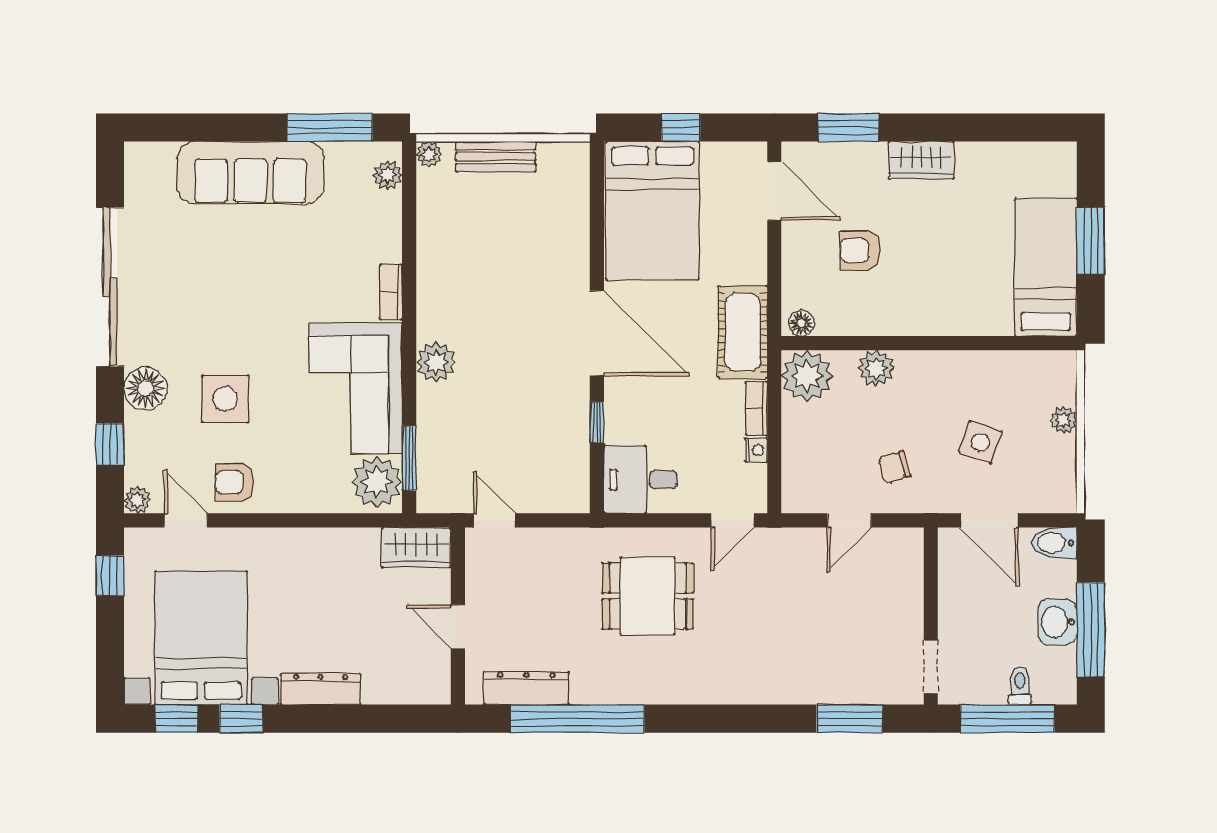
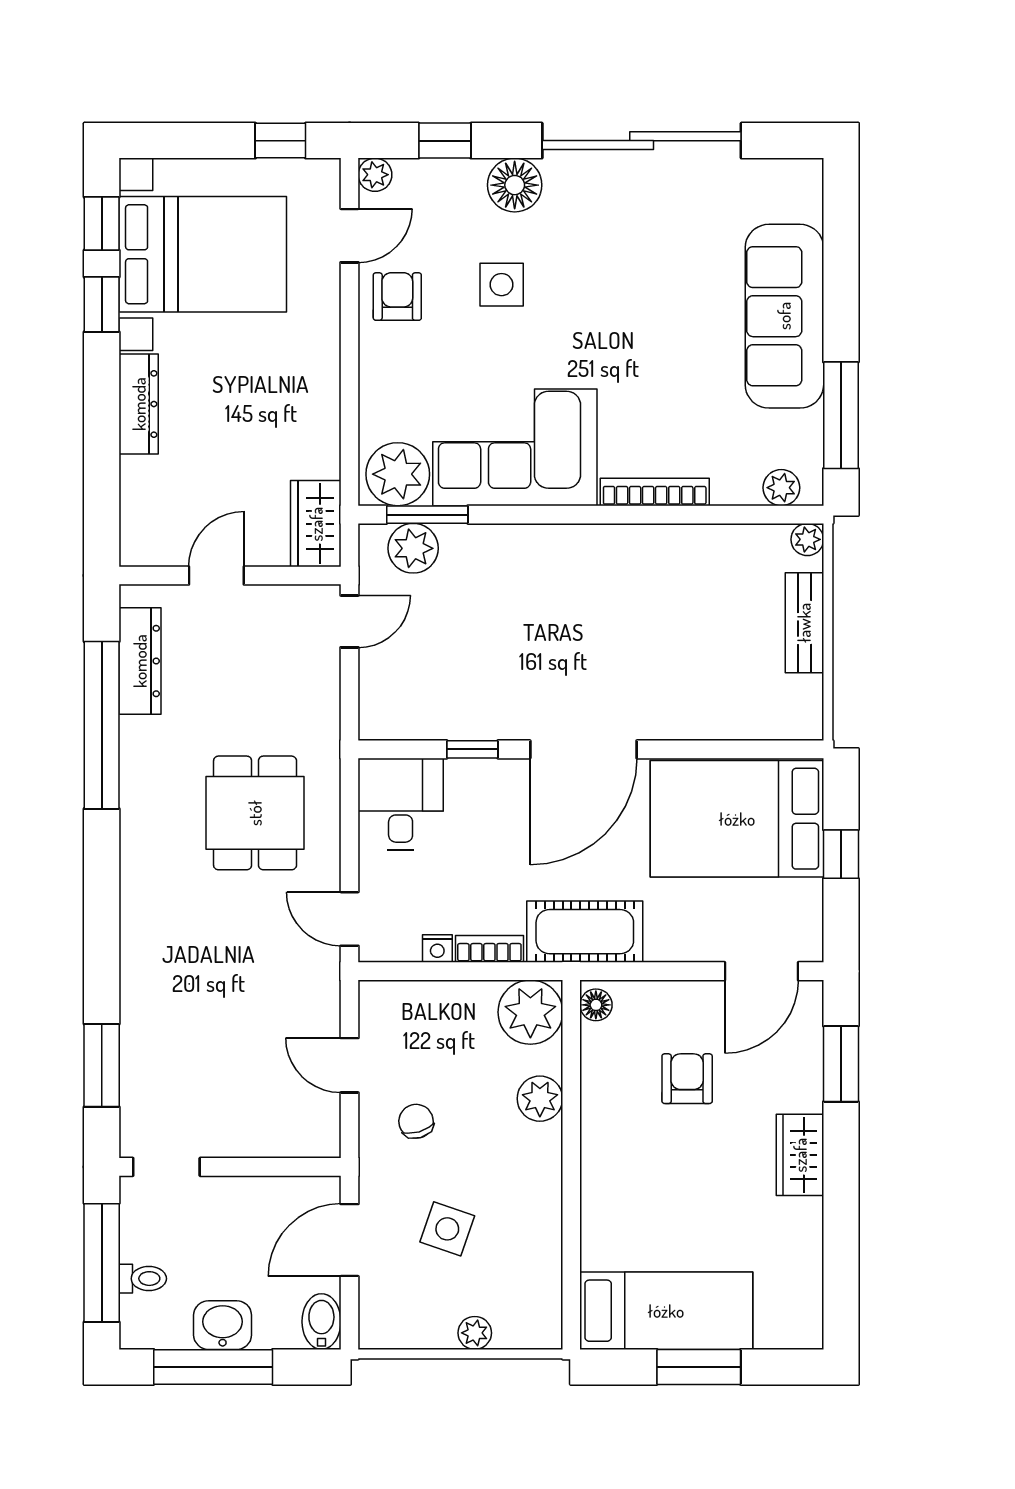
bookcase: (391, 292) -> (655, 492), width x1.56
plant: (436, 362) -> (413, 548), moved
side table: (225, 399) -> (502, 285), width x0.73, depth x0.73

